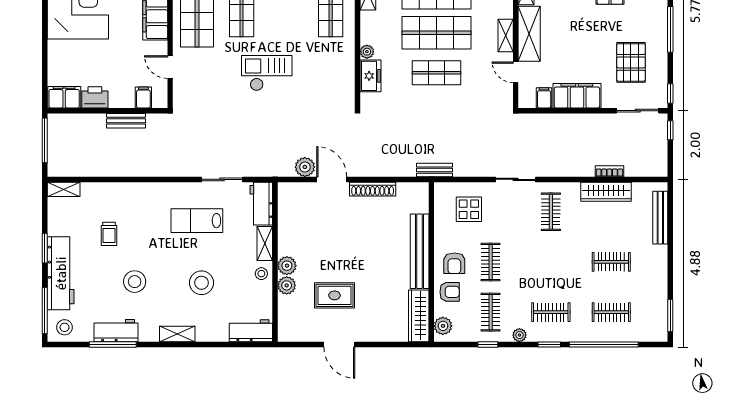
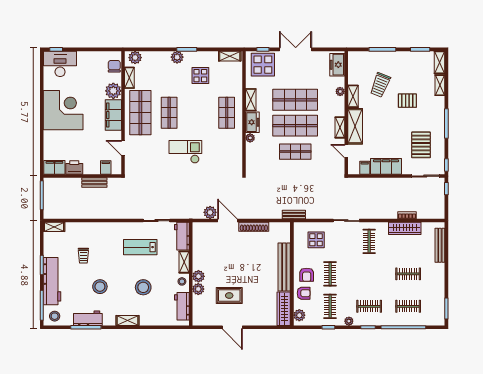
freezer: (370, 76) -> (252, 122), moved
workbench: (251, 331) -> (182, 306), moved, turned -90

